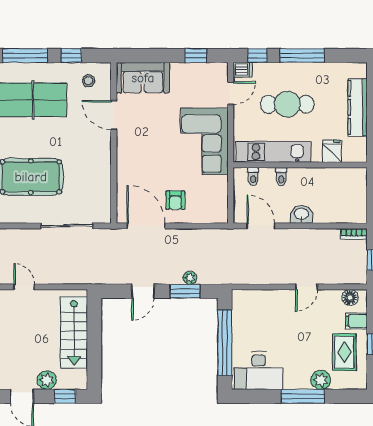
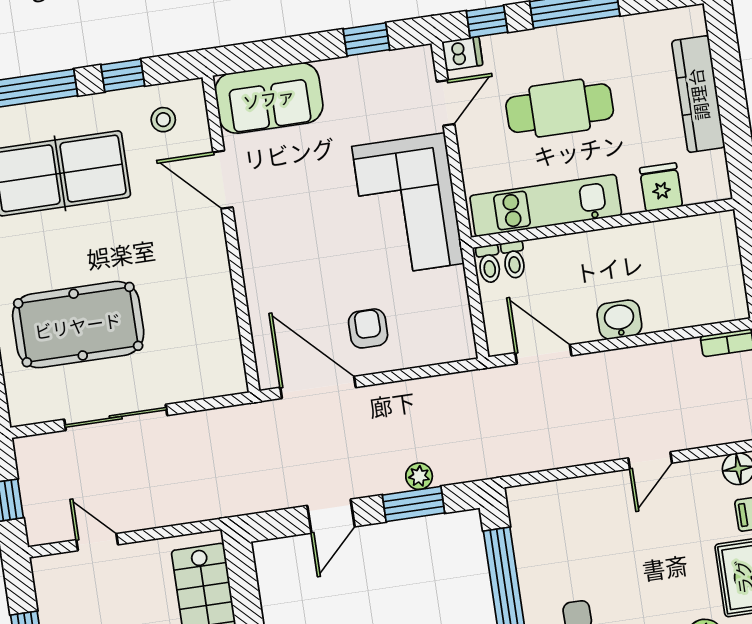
toilet: (281, 177) -> (489, 264), moved
armchair: (175, 200) -> (368, 328), turned 180
sliding door: (67, 226) -> (116, 417), moved

